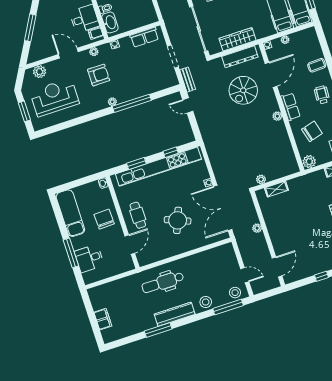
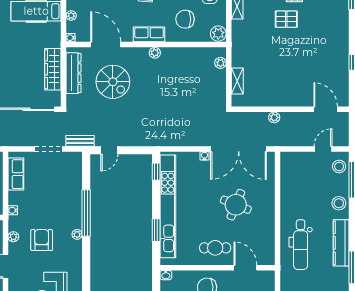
chair: (312, 131) -> (185, 19), turned -75
window: (171, 152) -> (156, 172), moved
plant: (261, 179) -> (220, 63), moved

